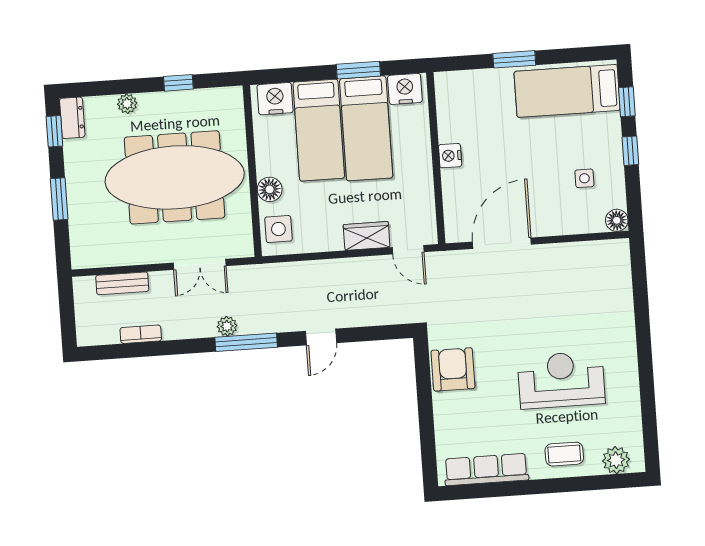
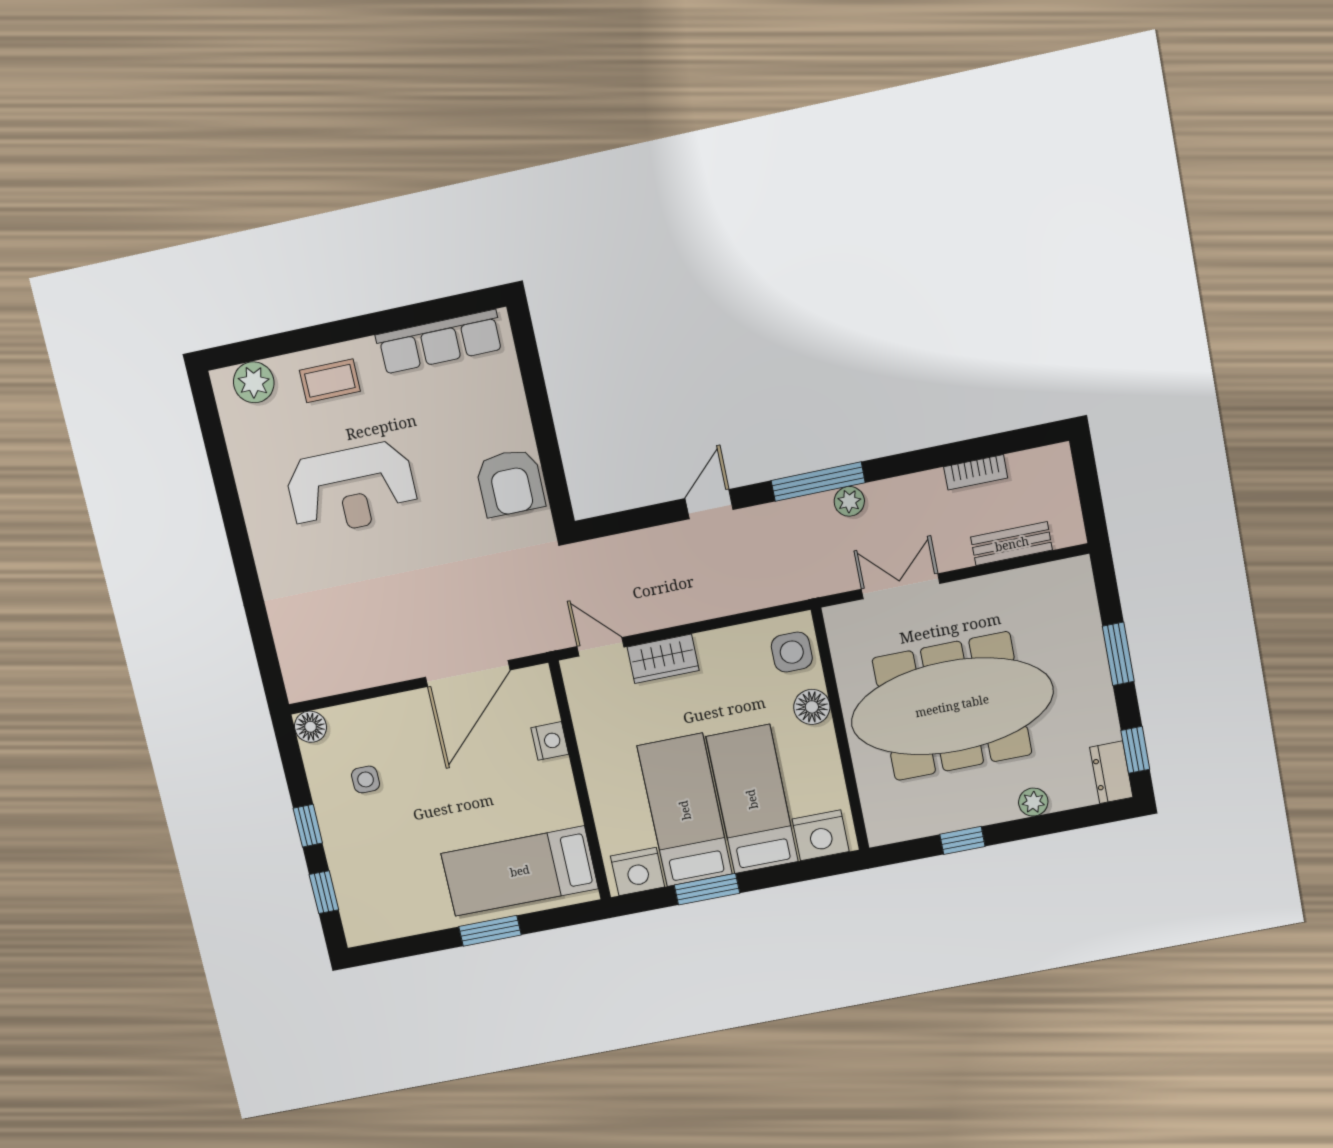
bed: (567, 91) -> (520, 871), moved, turned 180
nightstand: (450, 156) -> (550, 741), moved

